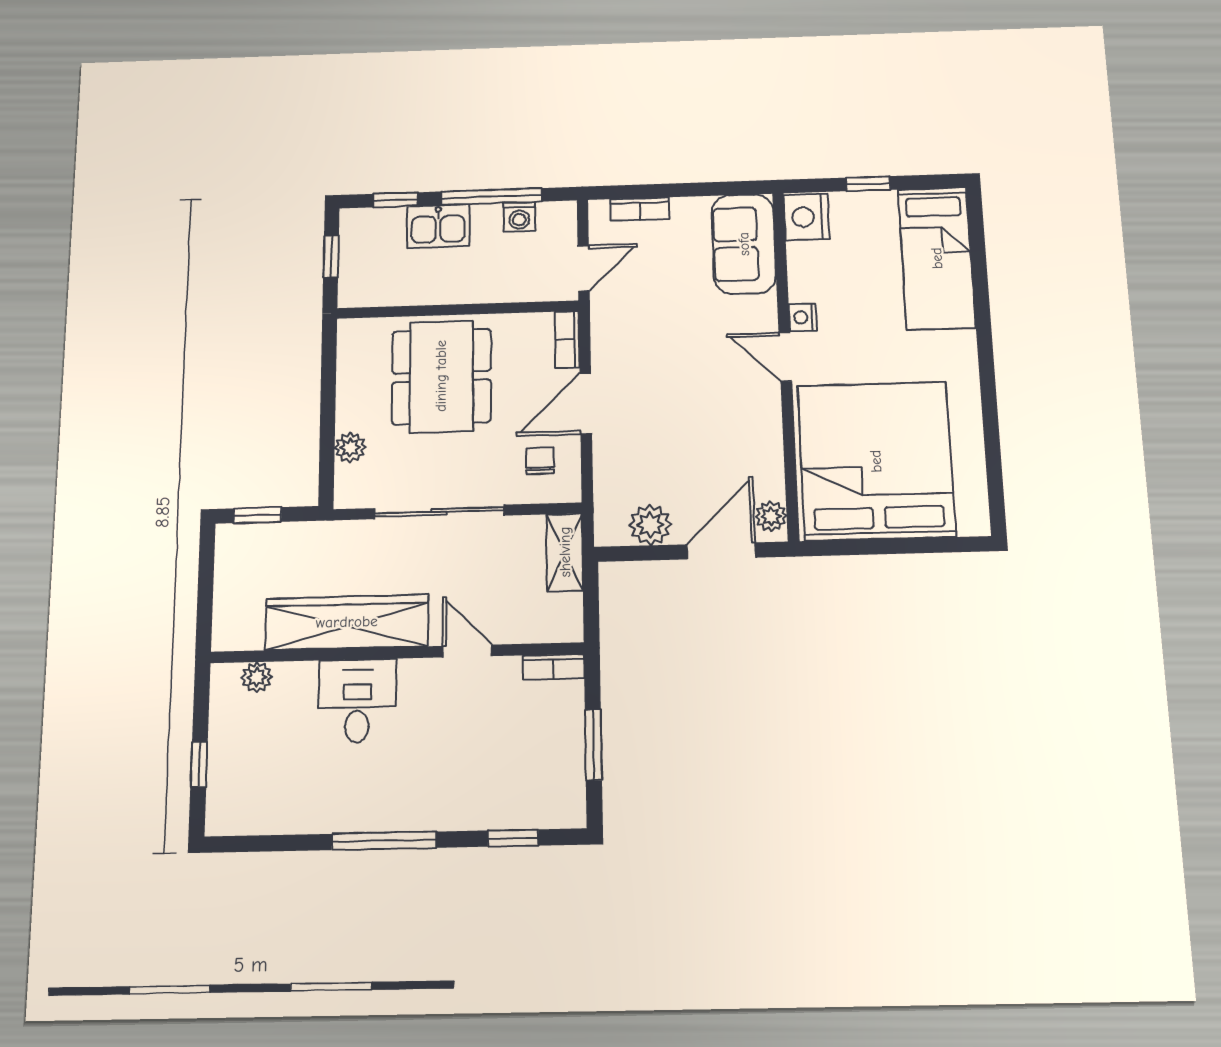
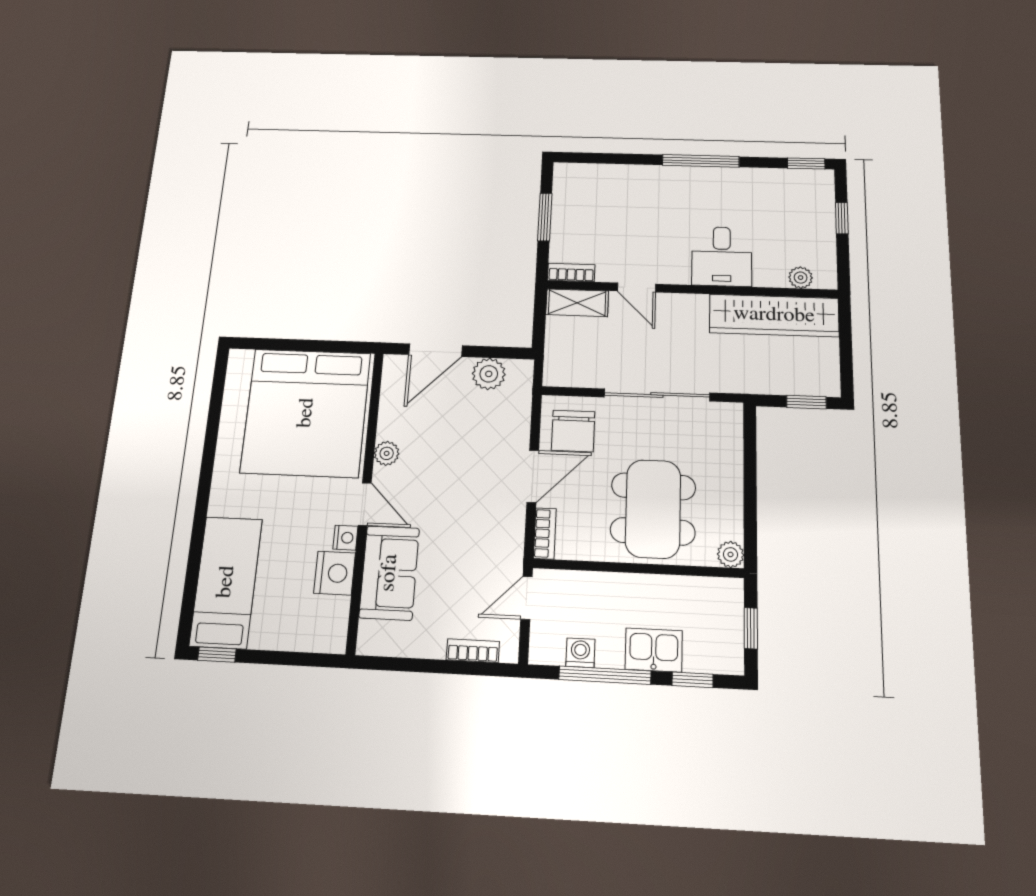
window: (868, 184) -> (217, 655), moved
nightstand: (807, 217) -> (335, 573), moved
sofa: (744, 244) -> (389, 573), moved
plant: (350, 448) -> (731, 554), moved
chair: (540, 461) -> (573, 431), width x1.87, depth x1.87
plant: (771, 516) -> (387, 453), moved
shelving: (565, 552) -> (577, 303), moved, turned 90
wardrobe: (347, 622) -> (774, 315), moved
window: (513, 838) -> (806, 163), moved

